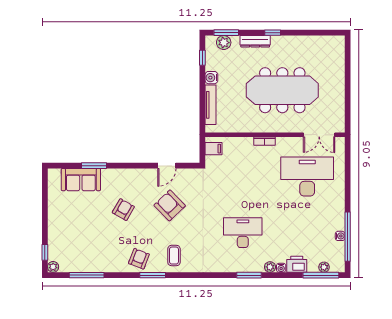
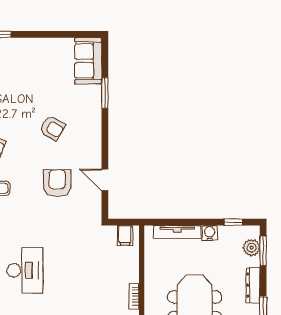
sofa: (81, 180) -> (88, 61), moved
armchair: (170, 205) -> (57, 183), turned -46

